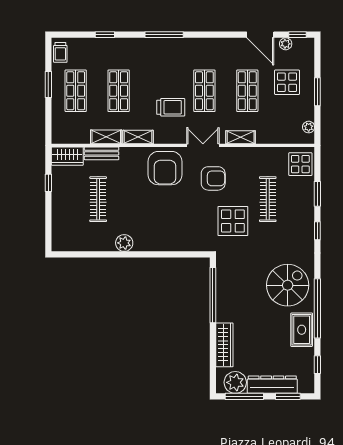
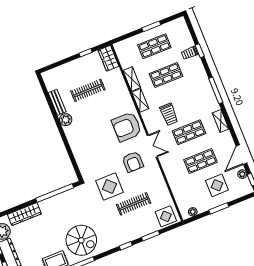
trolley: (60, 52) -> (189, 53), moved
shelving: (241, 137) -> (221, 121), moved
bench: (102, 153) -> (57, 102), moved

